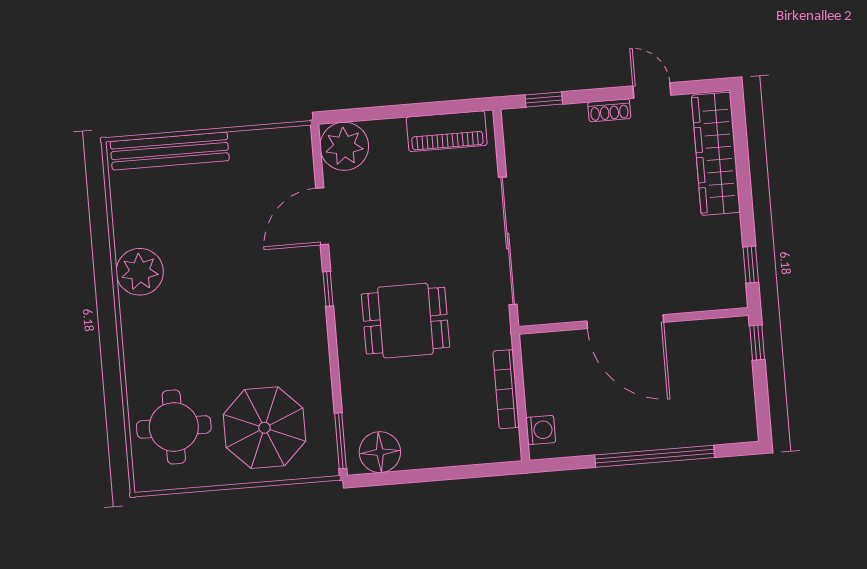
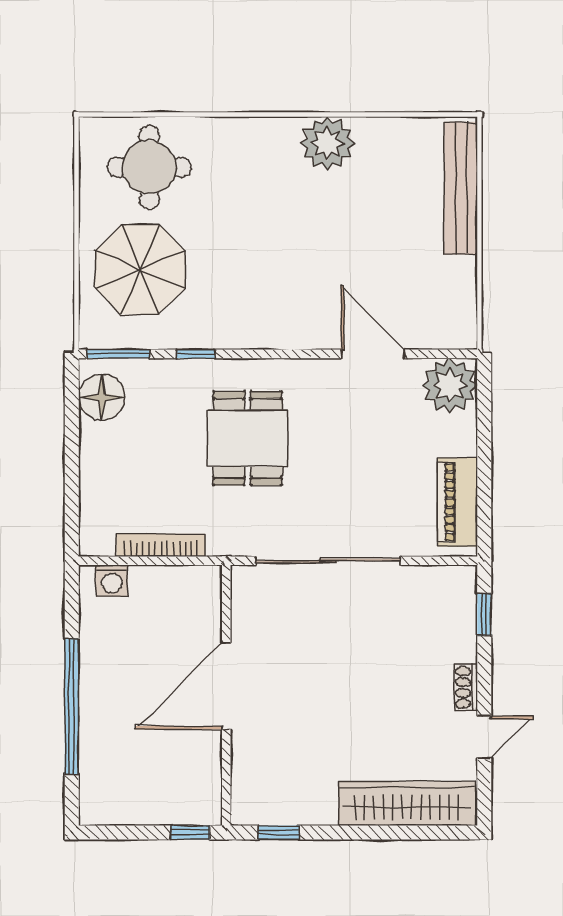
window: (328, 289) -> (196, 354), moved

